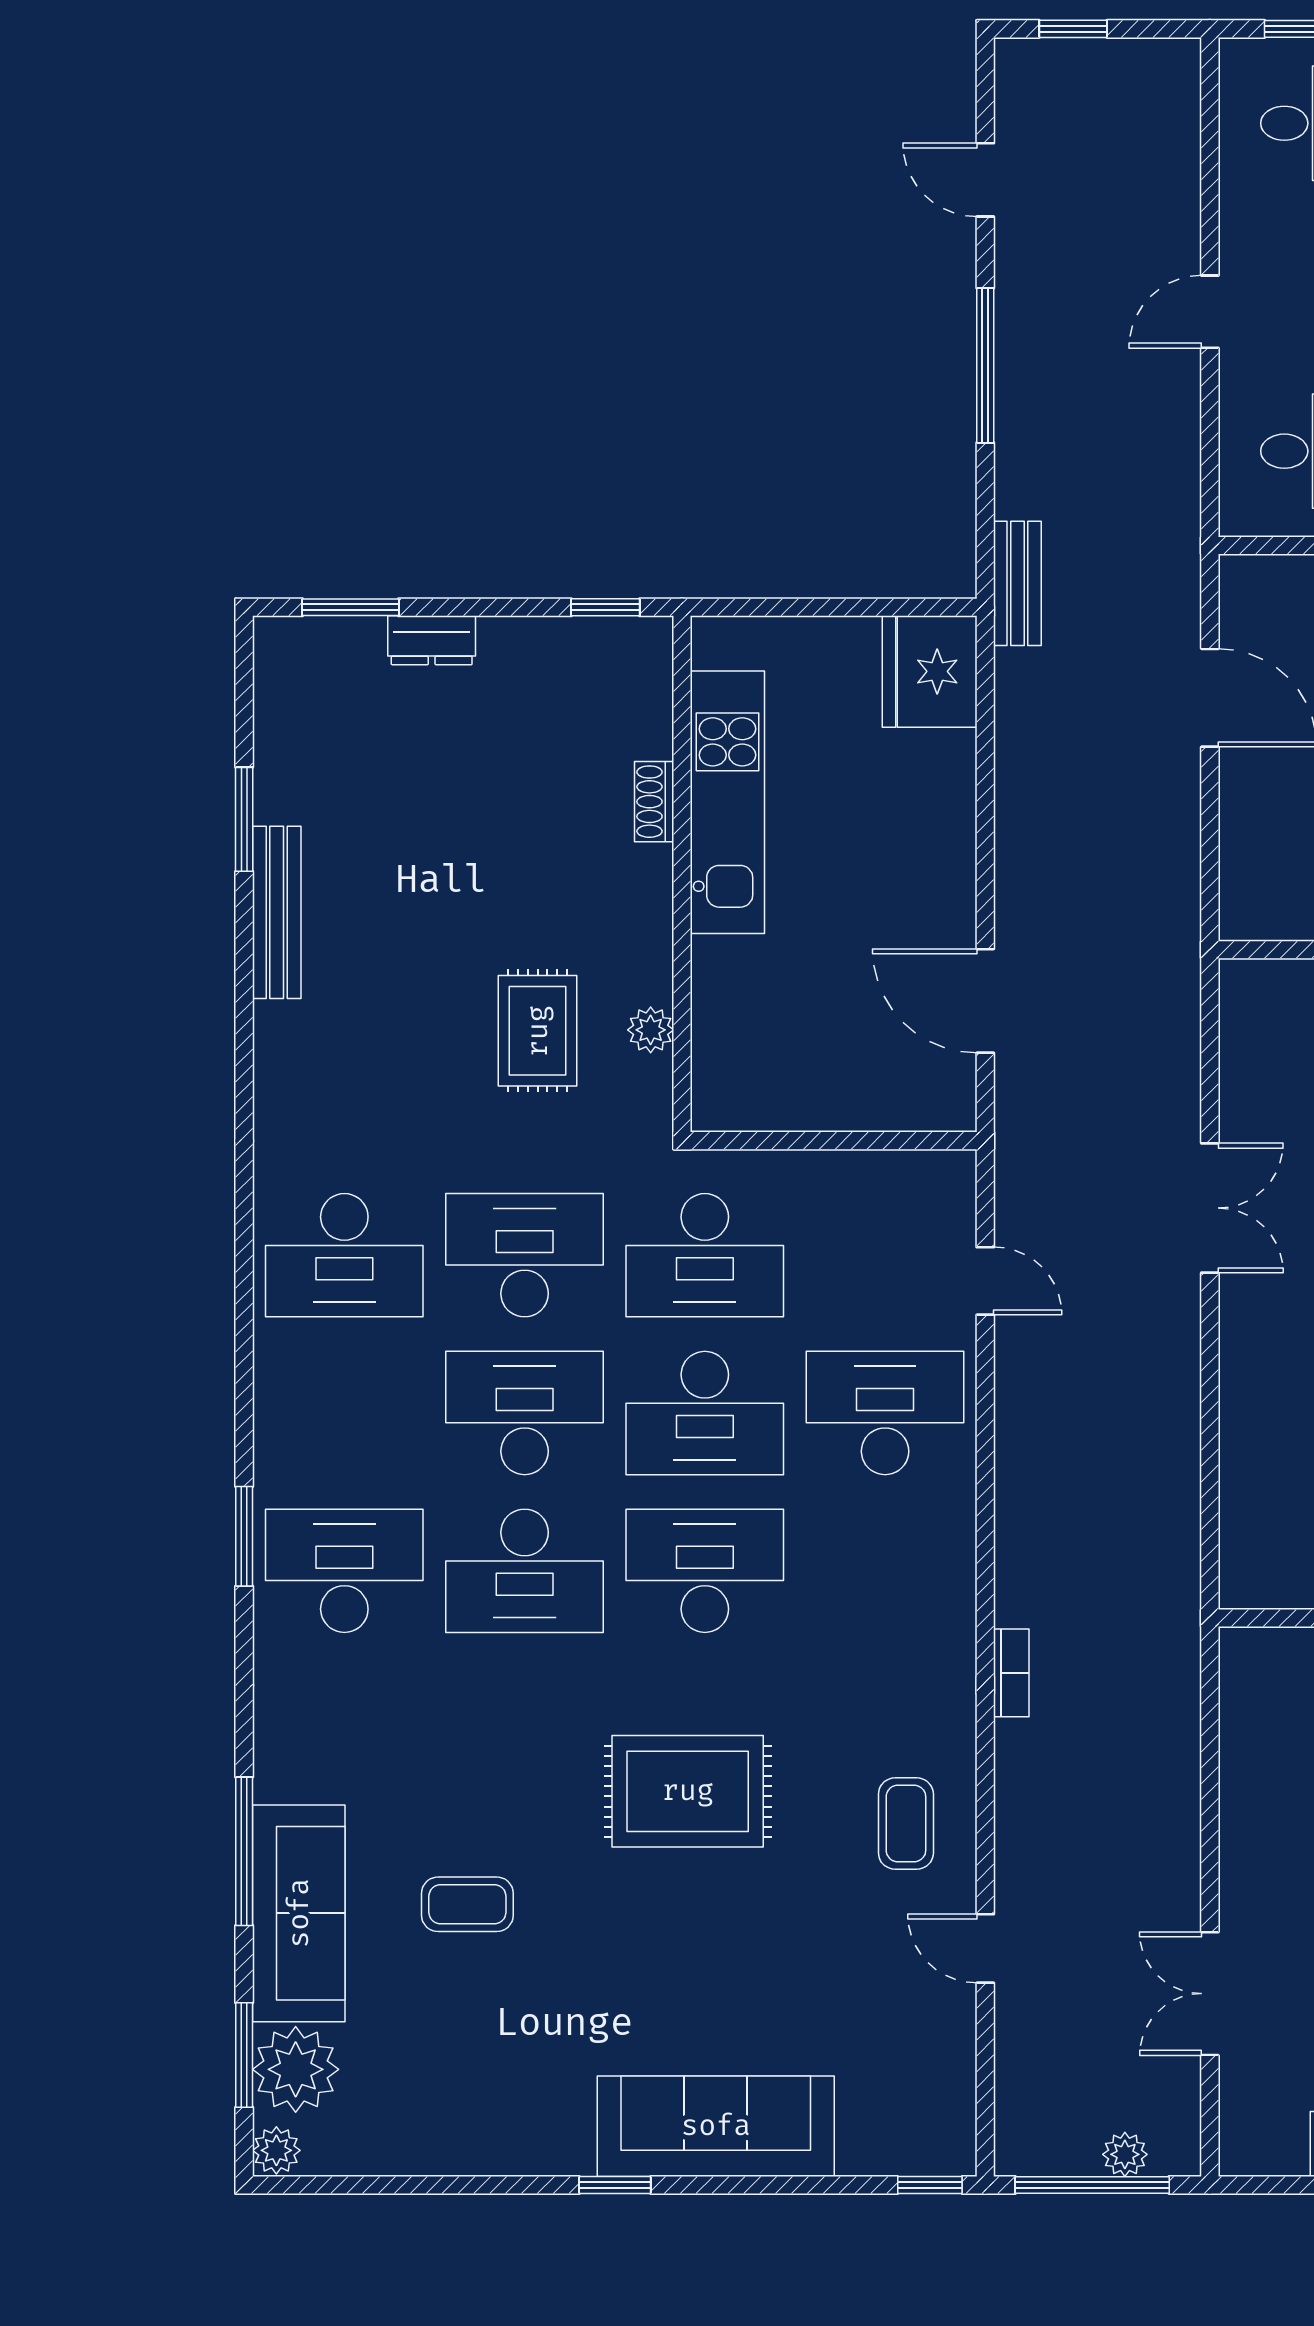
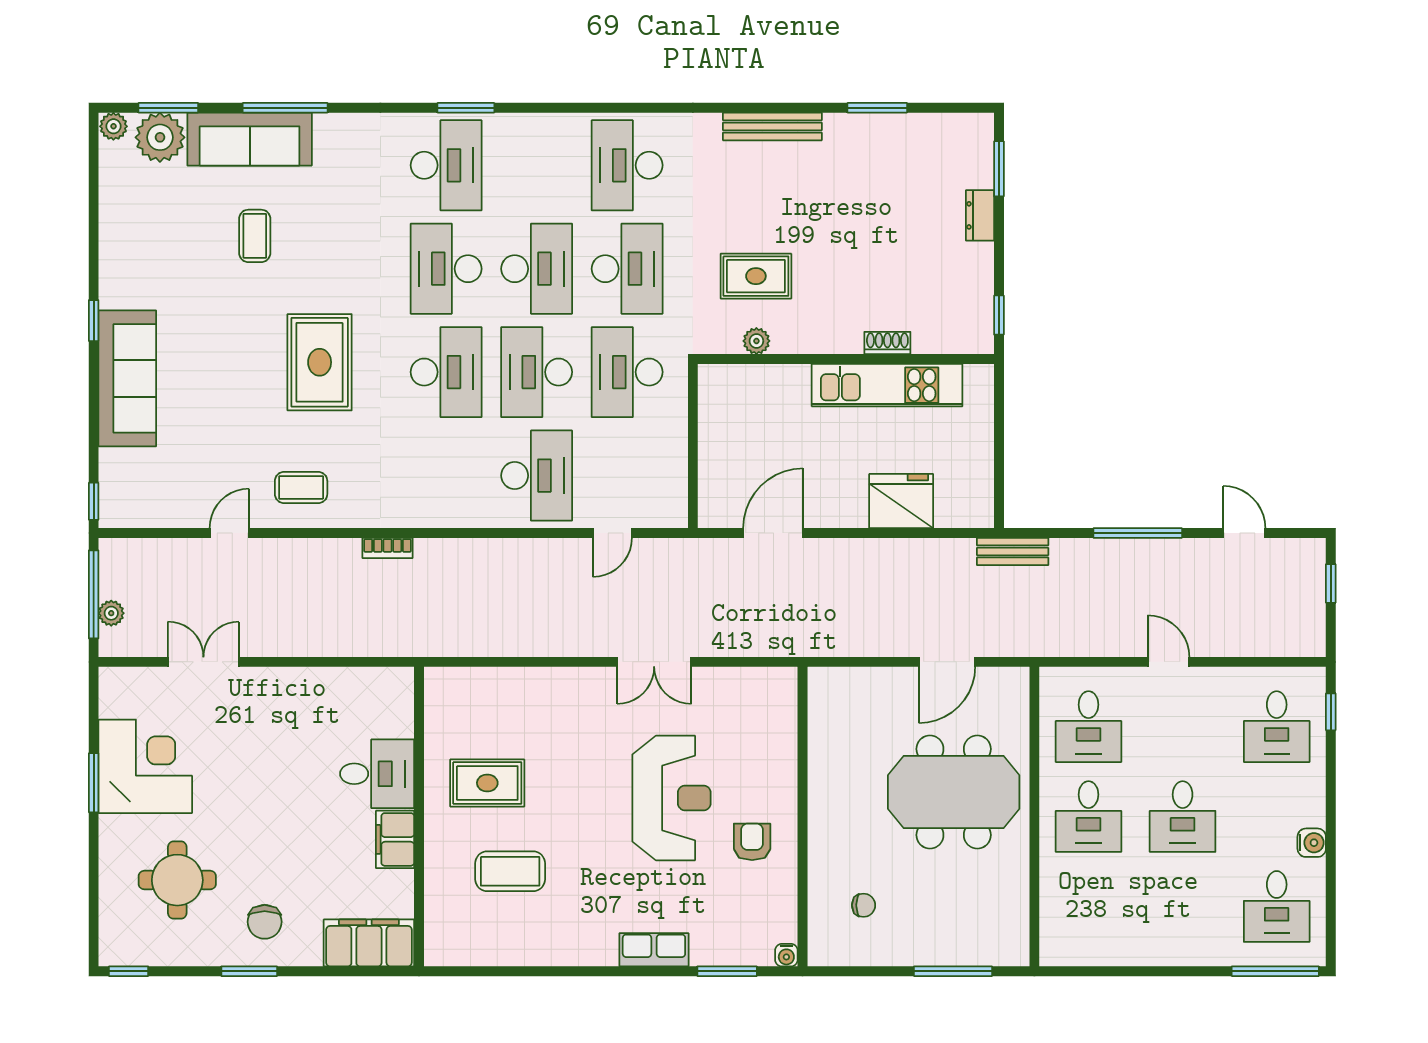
door: (985, 180) -> (1244, 533), hinge flipped
fridge: (930, 671) -> (901, 501), moved
bench: (277, 912) -> (772, 126), moved

